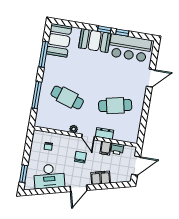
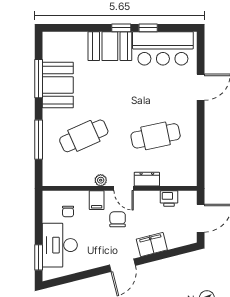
booth: (59, 40) -> (58, 85), moved
cafe table: (67, 98) -> (84, 136), turned -42
filing cabinet: (106, 148) -> (97, 200), moved
desk: (49, 176) -> (60, 245), moved, turned 104

